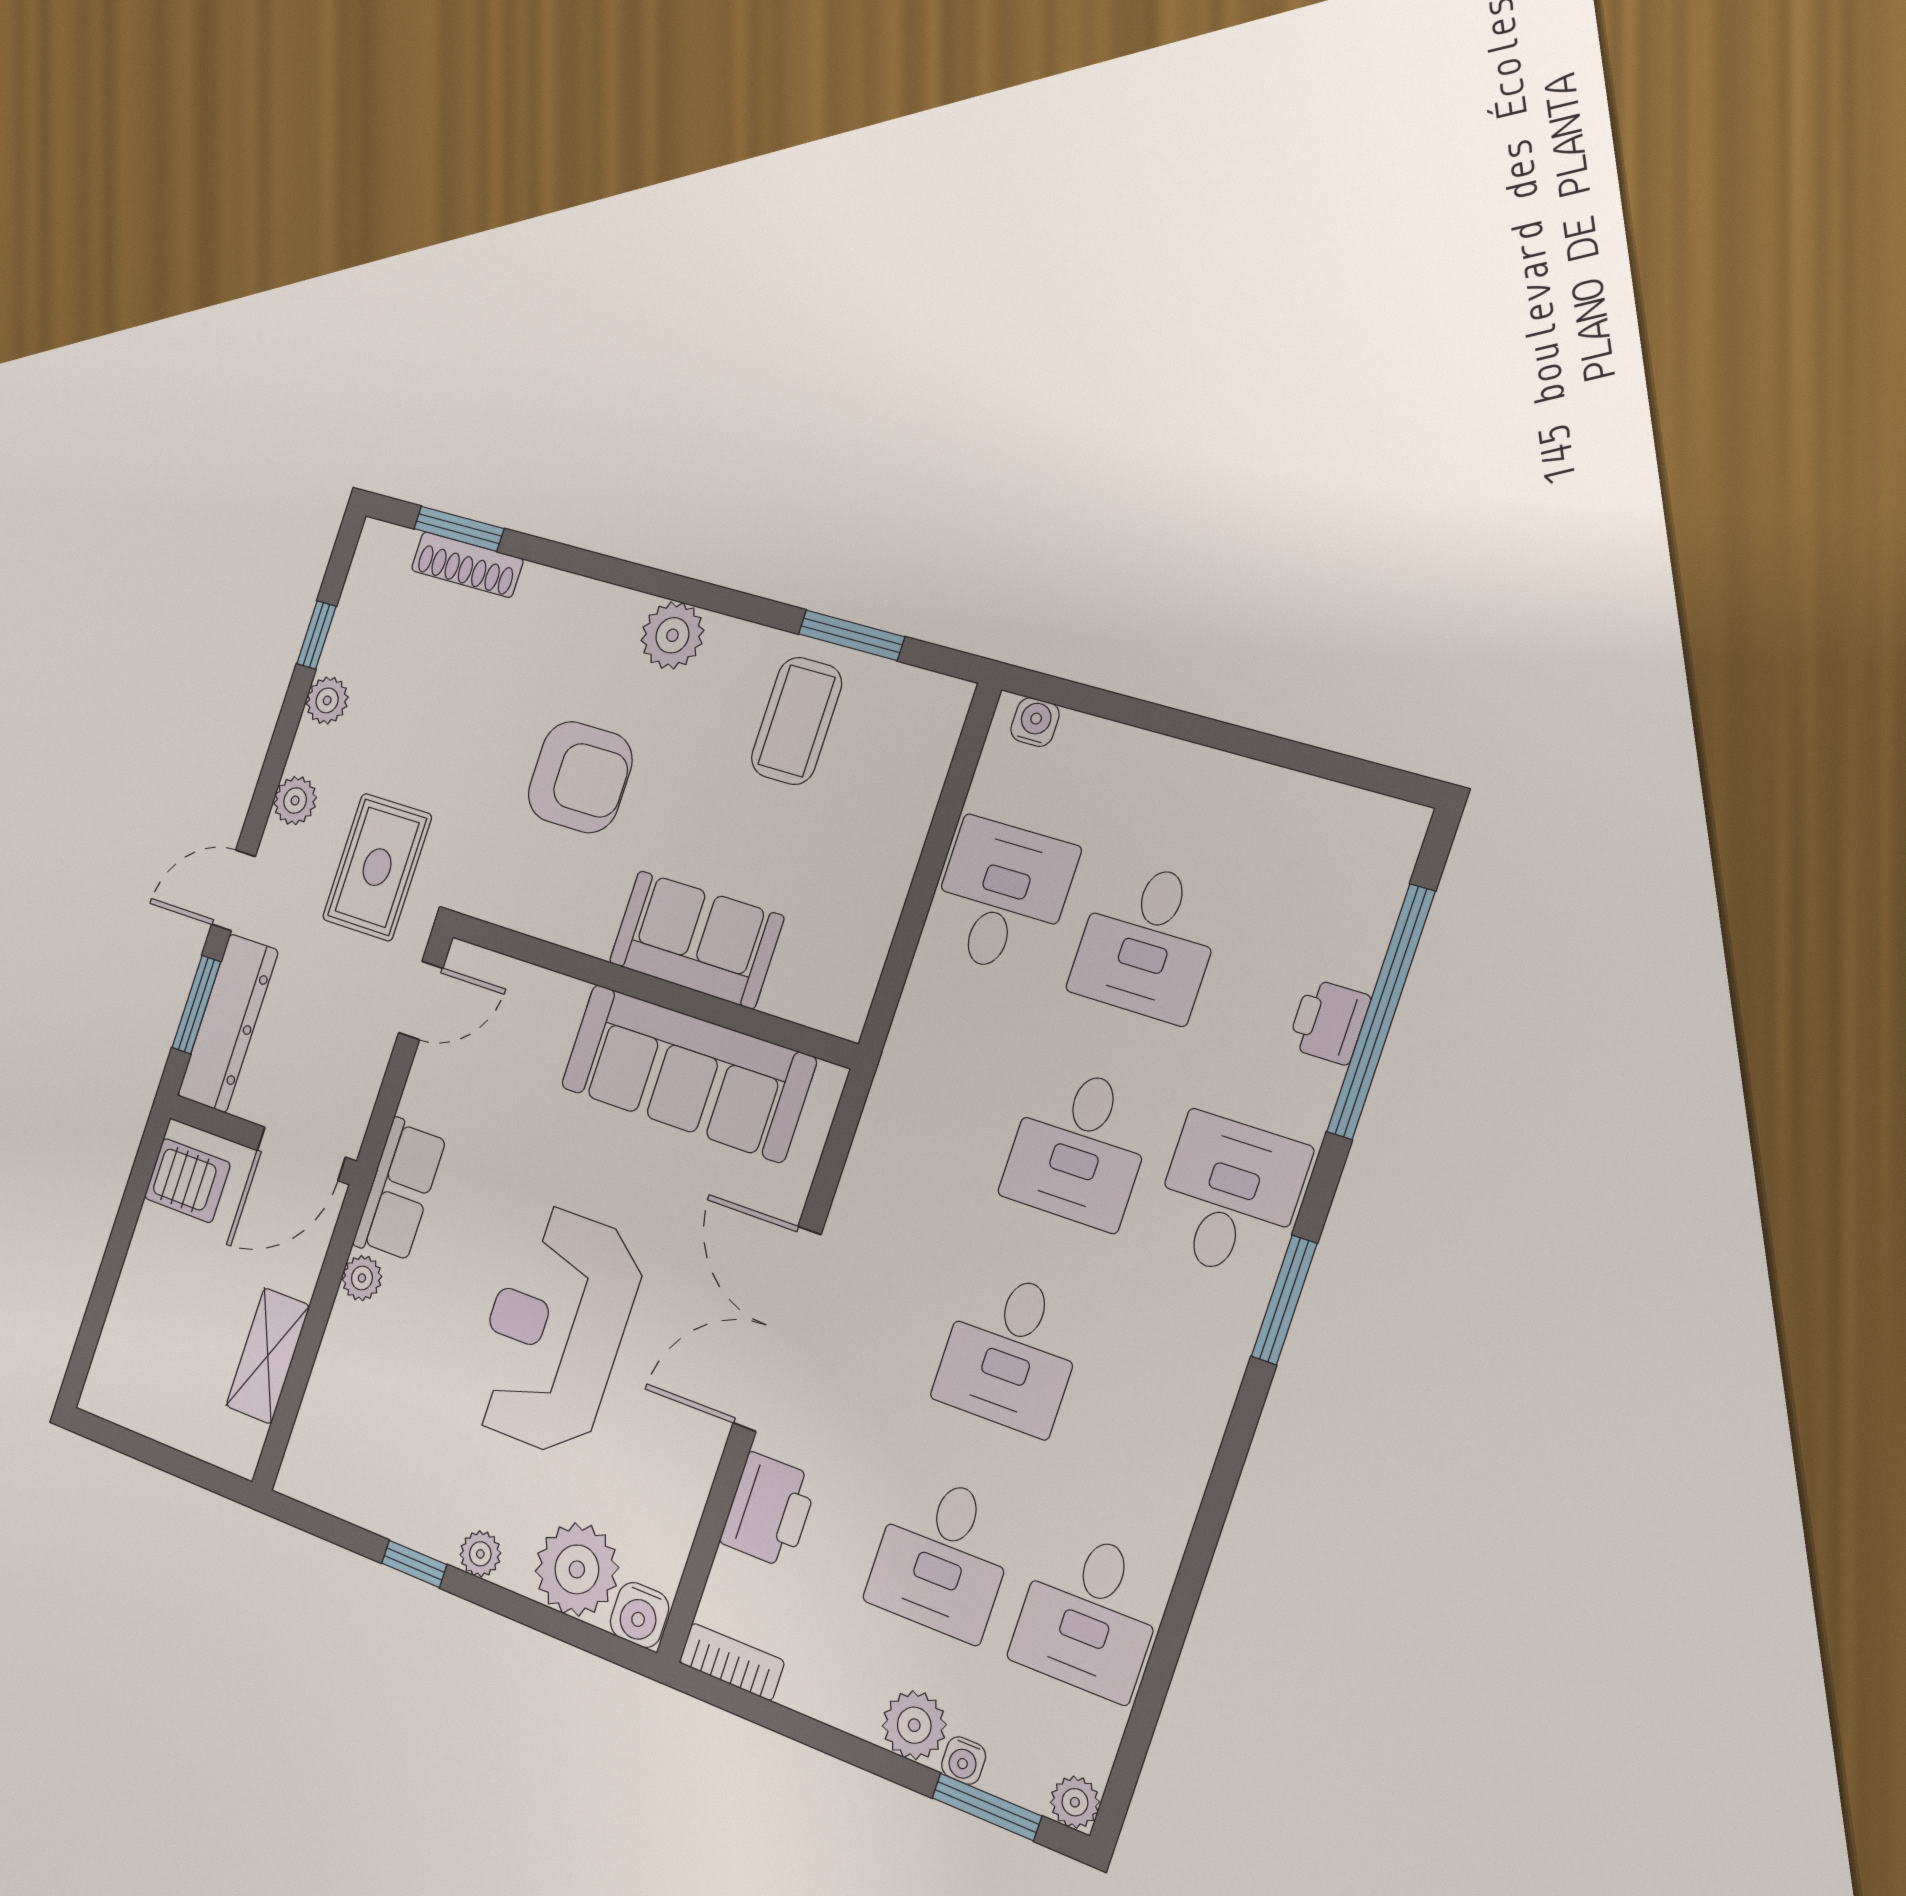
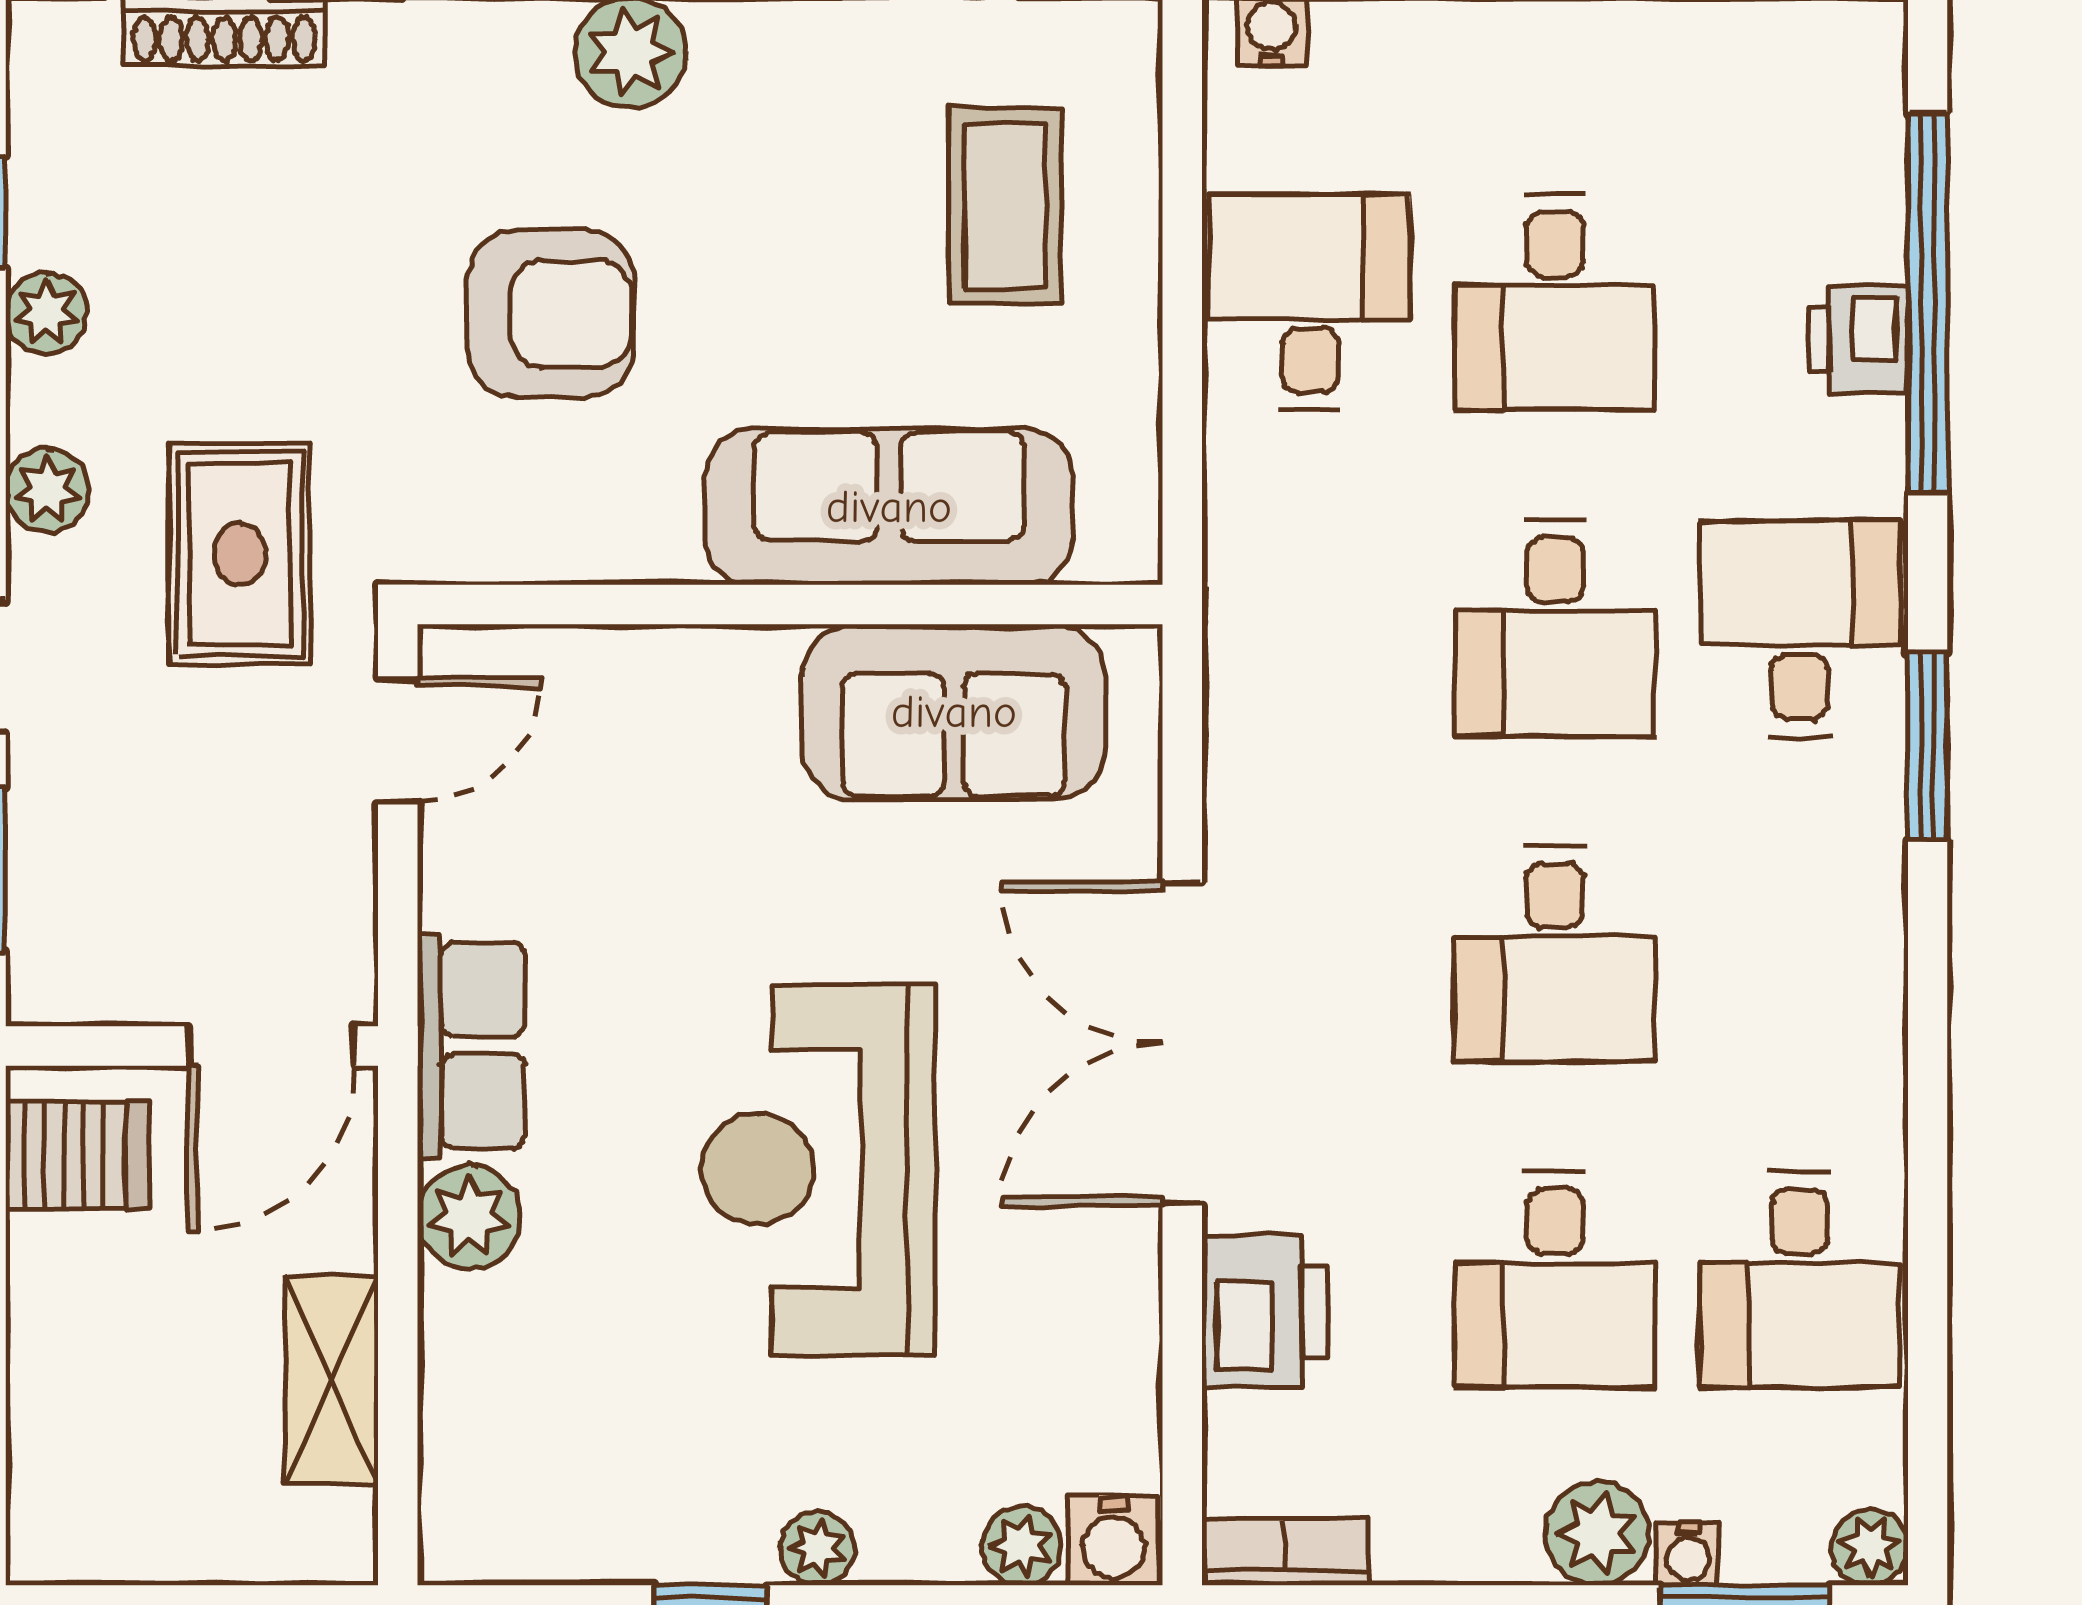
coffee table: (796, 721) -> (1005, 206), moved
sofa: (696, 940) -> (889, 507), width x1.36
dresser: (228, 1023) -> (57, 882), removed
sofa: (687, 1073) -> (954, 712), width x0.73
plant: (362, 1278) -> (469, 1217), width x1.38, depth x1.38
plant: (577, 1569) -> (1021, 1546), width x0.53, depth x0.53

